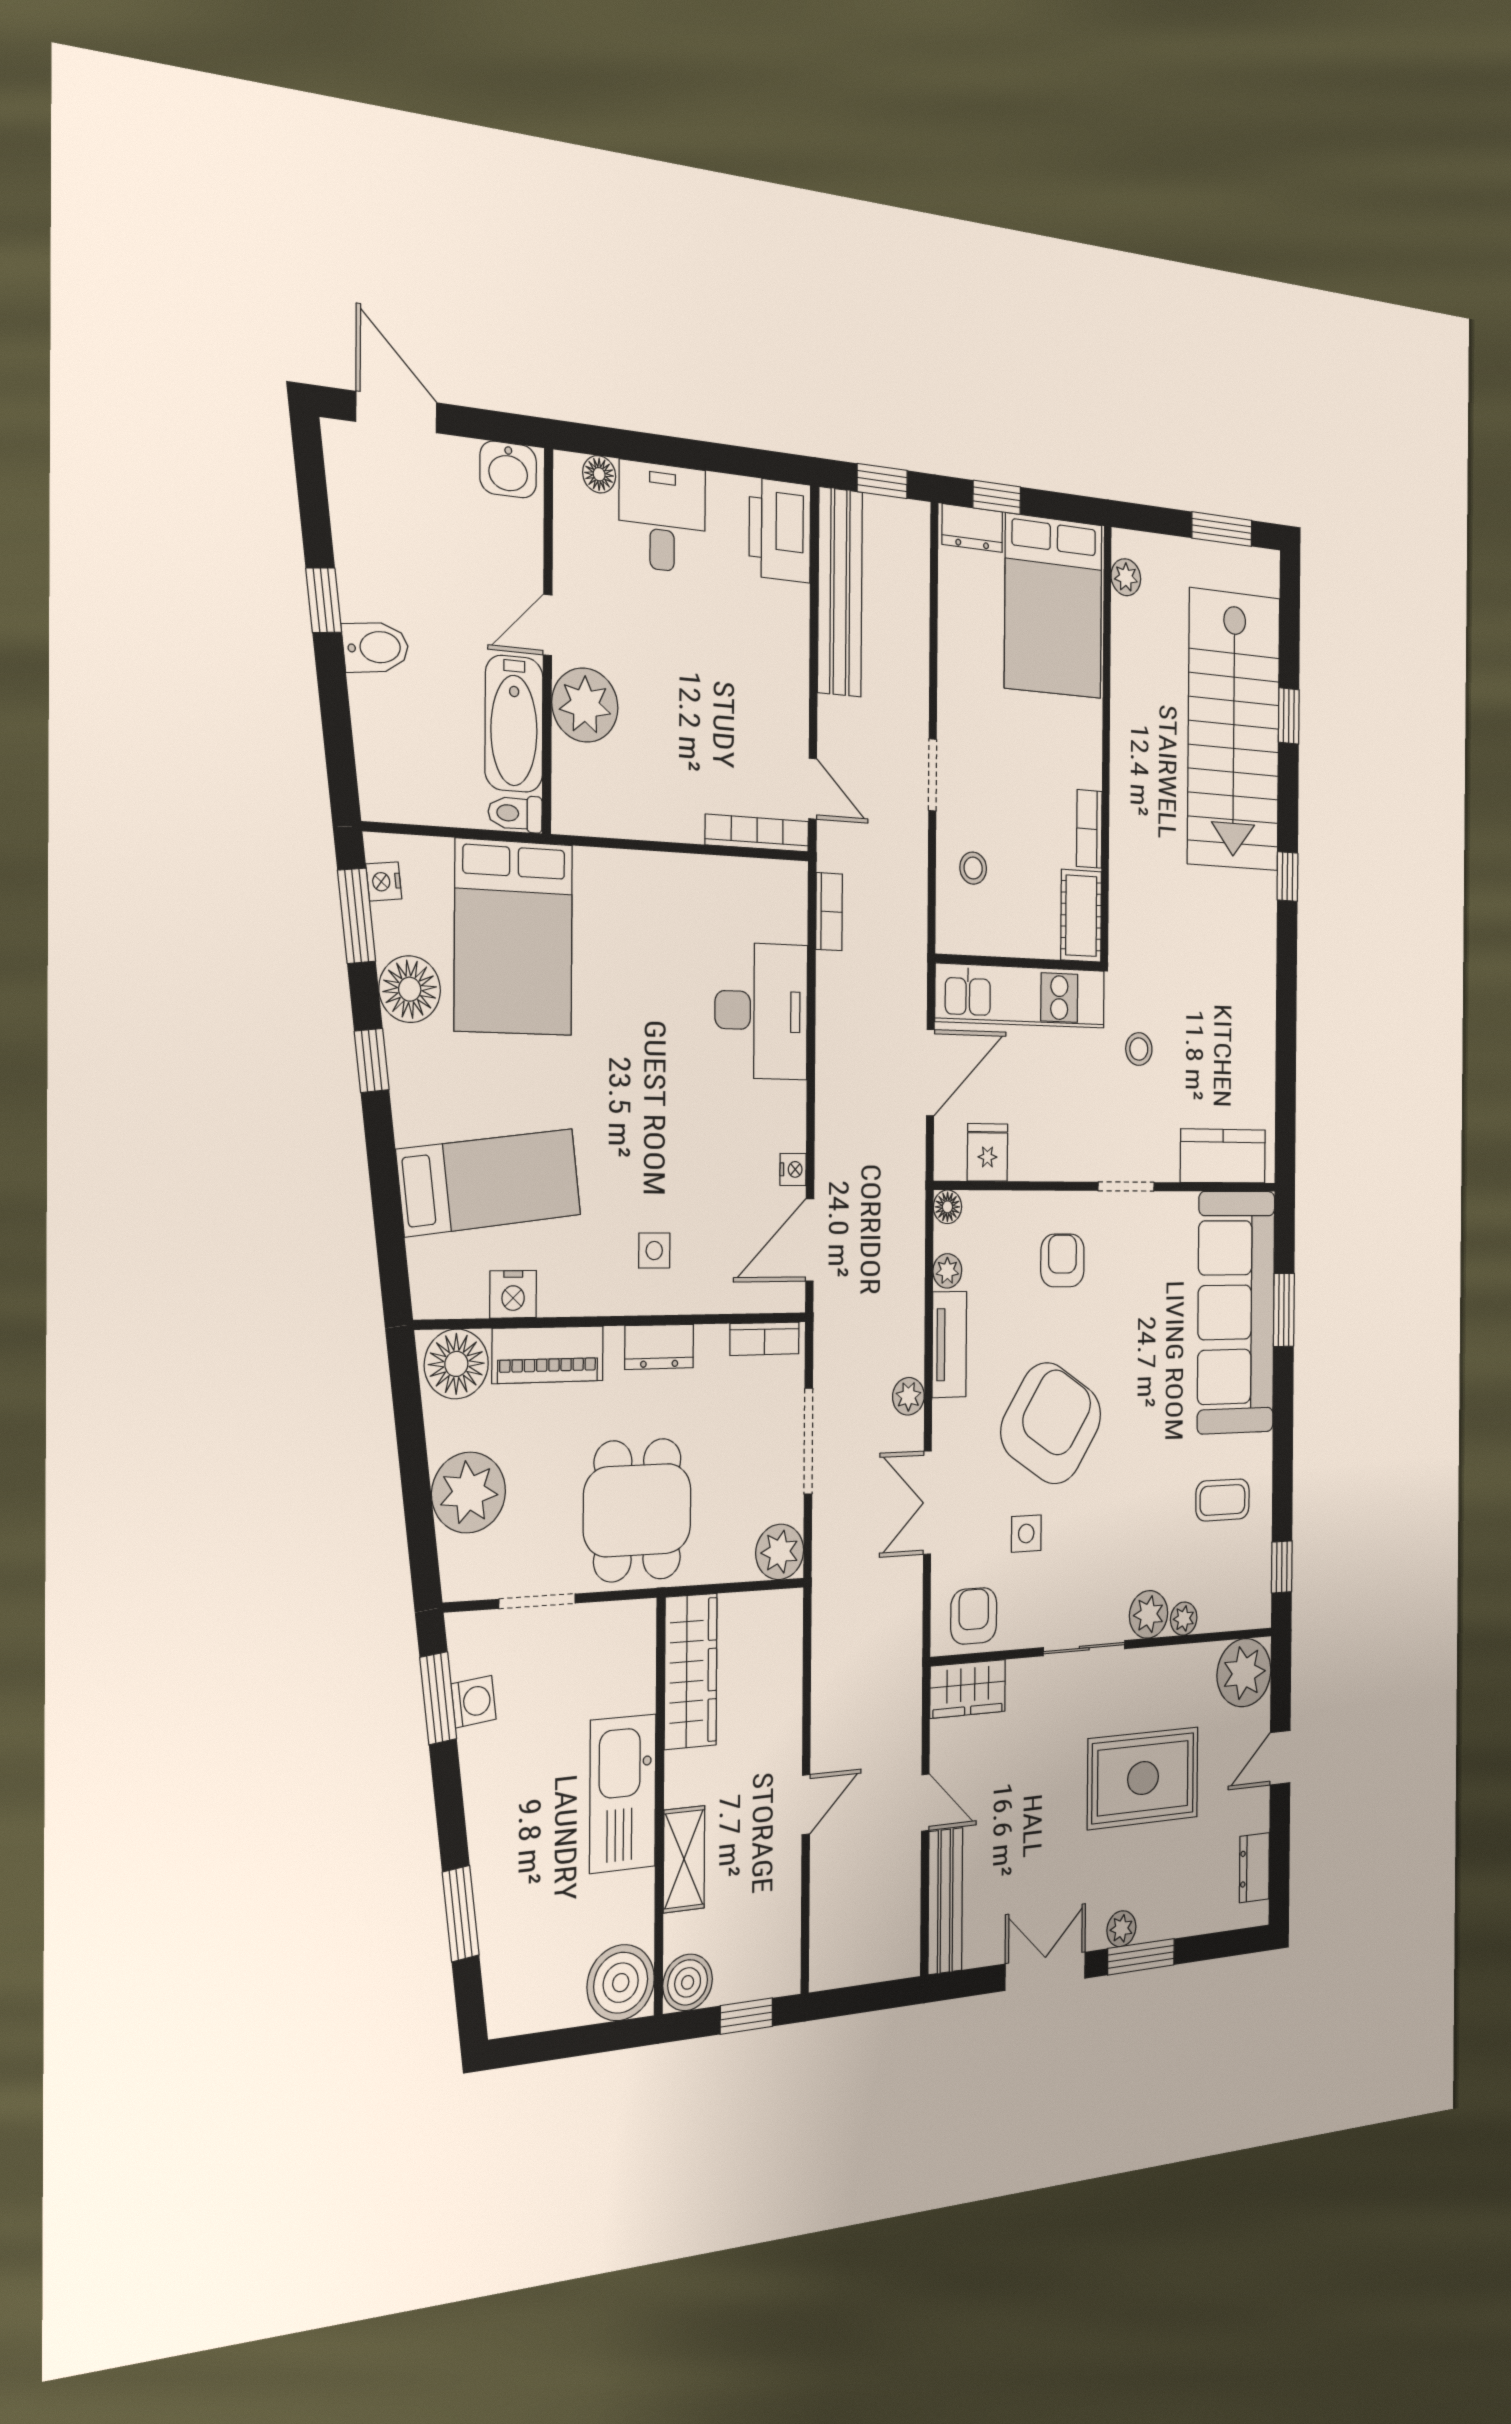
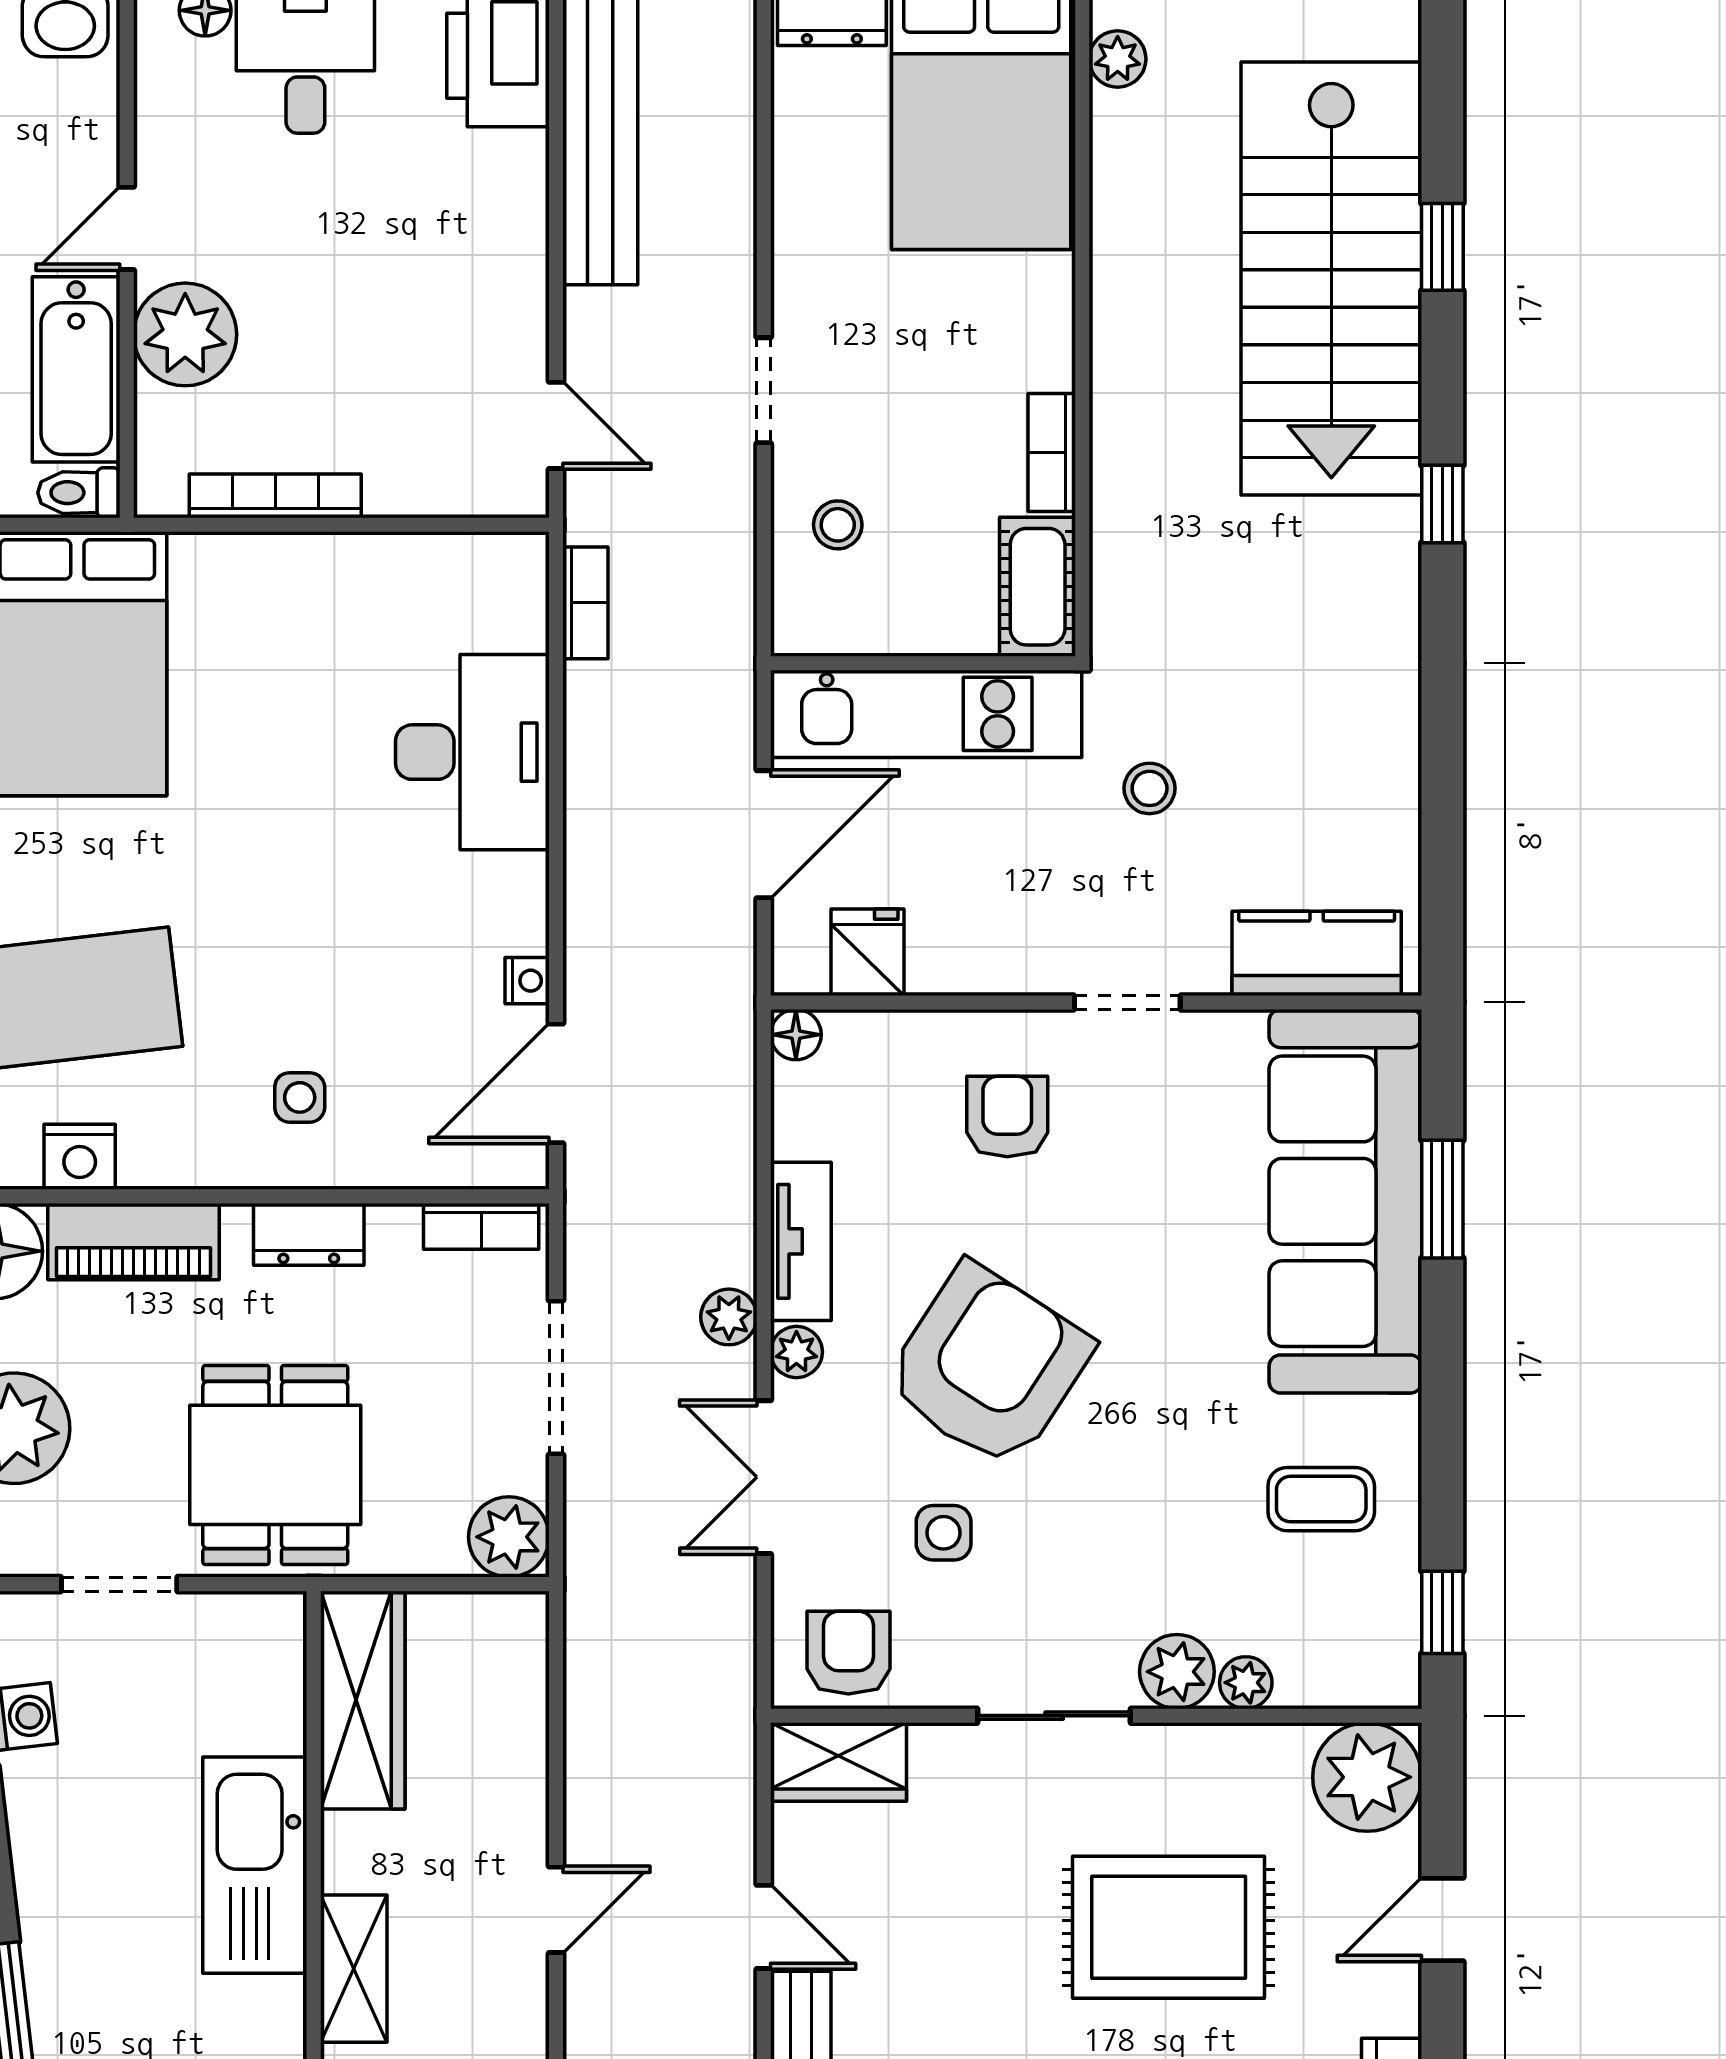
bookcase: (757, 833) -> (275, 496), moved
plant: (947, 1271) -> (796, 1352), moved

